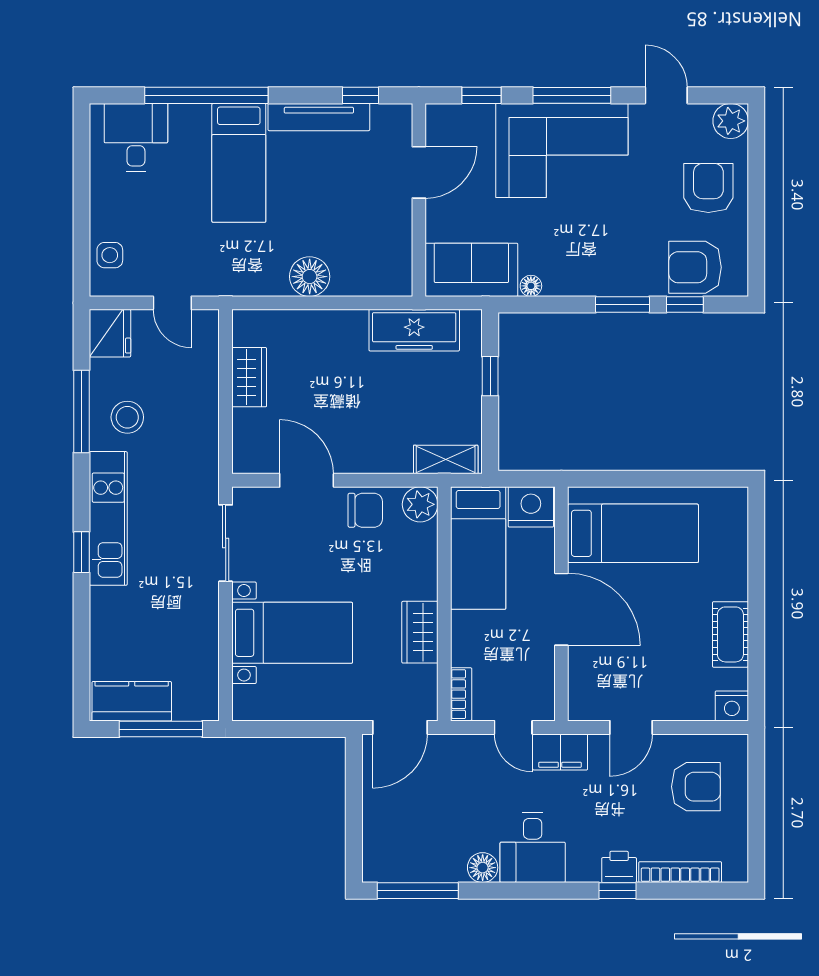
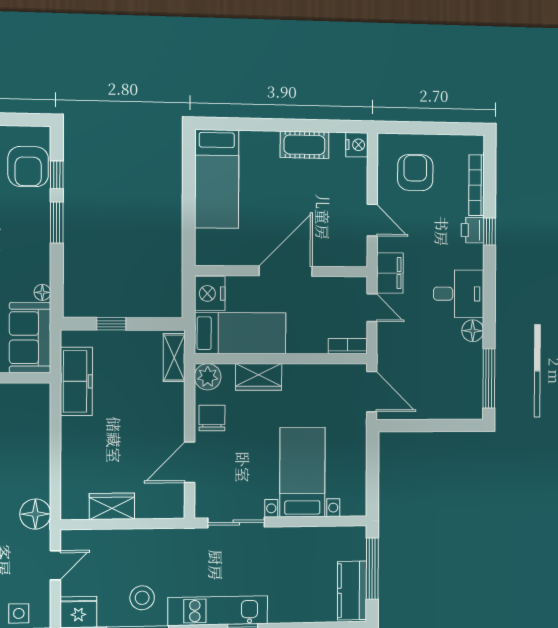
floor lamp: (310, 277) -> (35, 514), moved
bed: (633, 533) -> (217, 179), moved, turned 180
wardrobe: (420, 632) -> (259, 377), moved
door: (513, 727) -> (372, 308), hinge flipped

